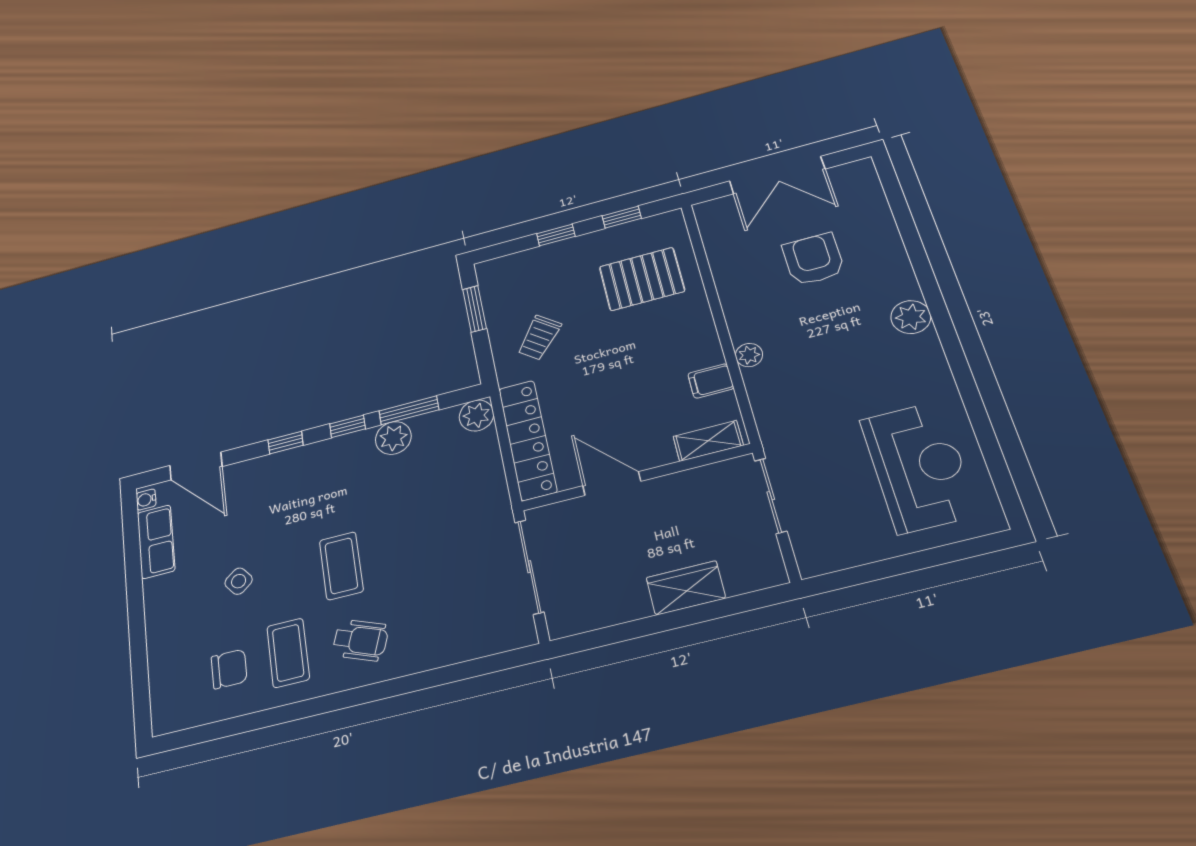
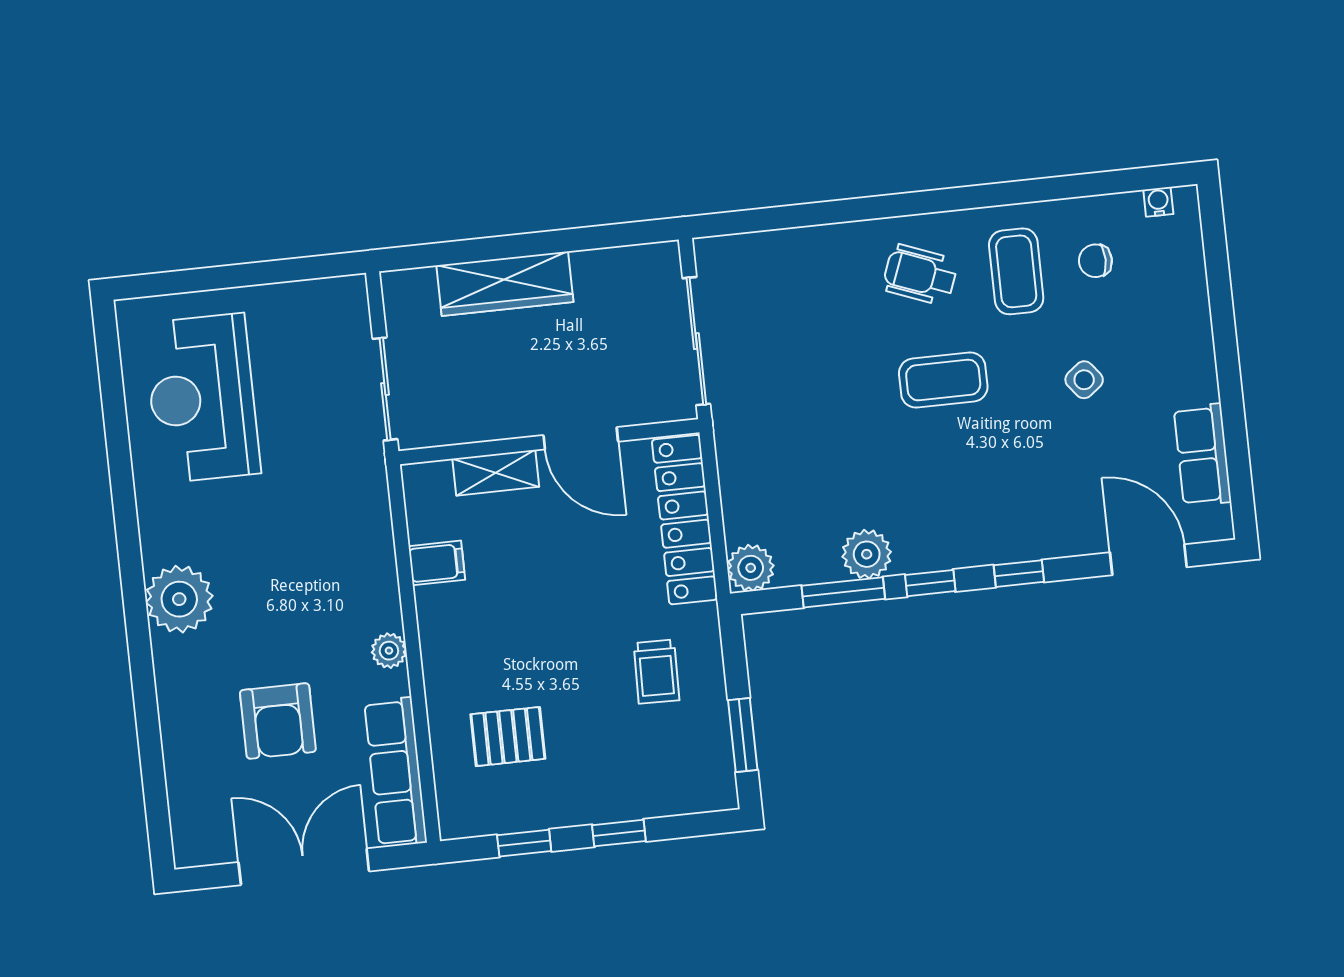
row of seats: (720, 243) -> (396, 772), added
pallet: (642, 279) -> (508, 737), width x0.67, depth x0.71
plant: (911, 317) -> (179, 599), width x1.36, depth x1.36
trolley: (539, 338) -> (656, 672), turned 143
plant: (749, 355) -> (389, 651), moved
shelving: (708, 441) -> (496, 473), moved
water cooler: (146, 500) -> (1158, 202), moved, turned -90
coffee table: (341, 566) -> (943, 380), turned 90
wardrobe: (686, 588) -> (505, 284), width x1.50
chair: (229, 669) -> (1095, 261), width x0.73, depth x0.73

